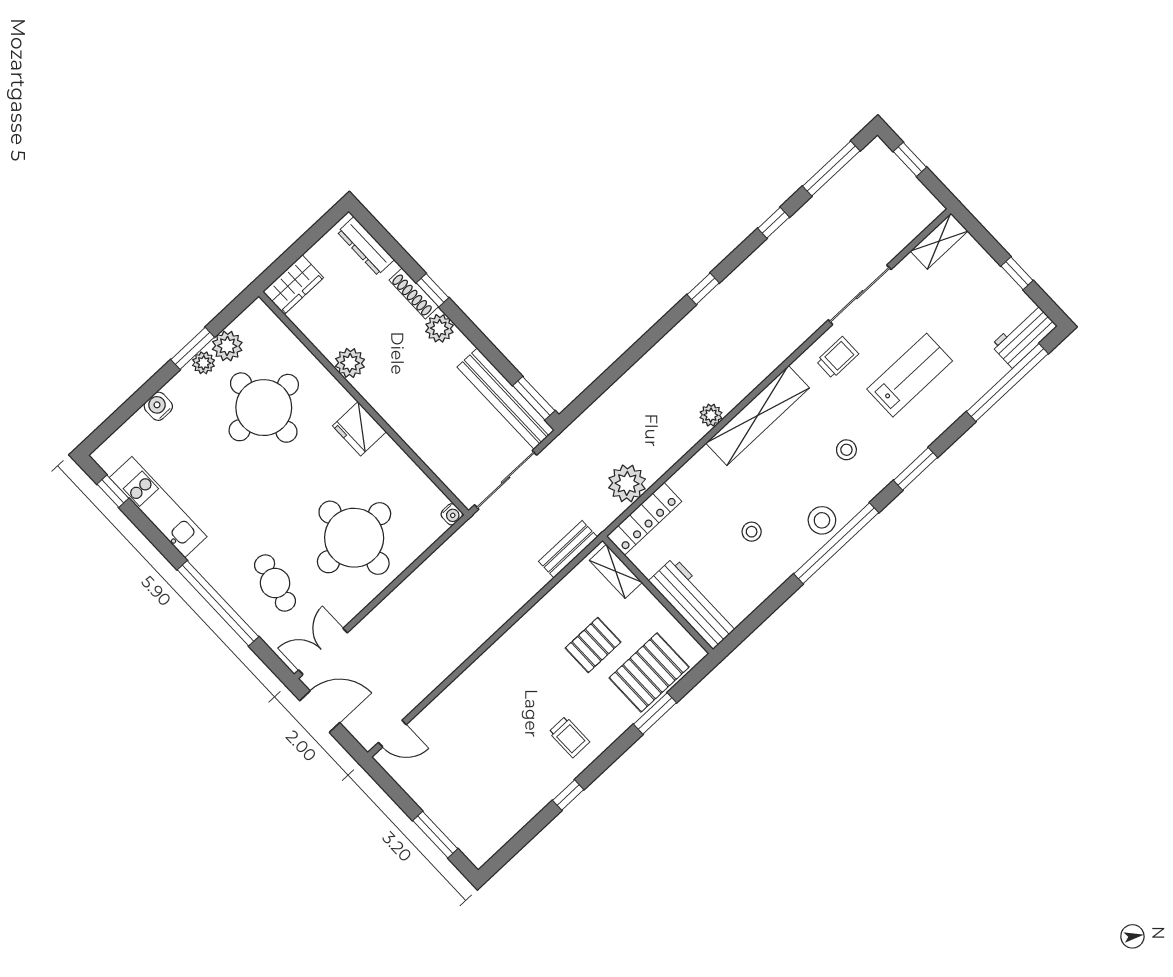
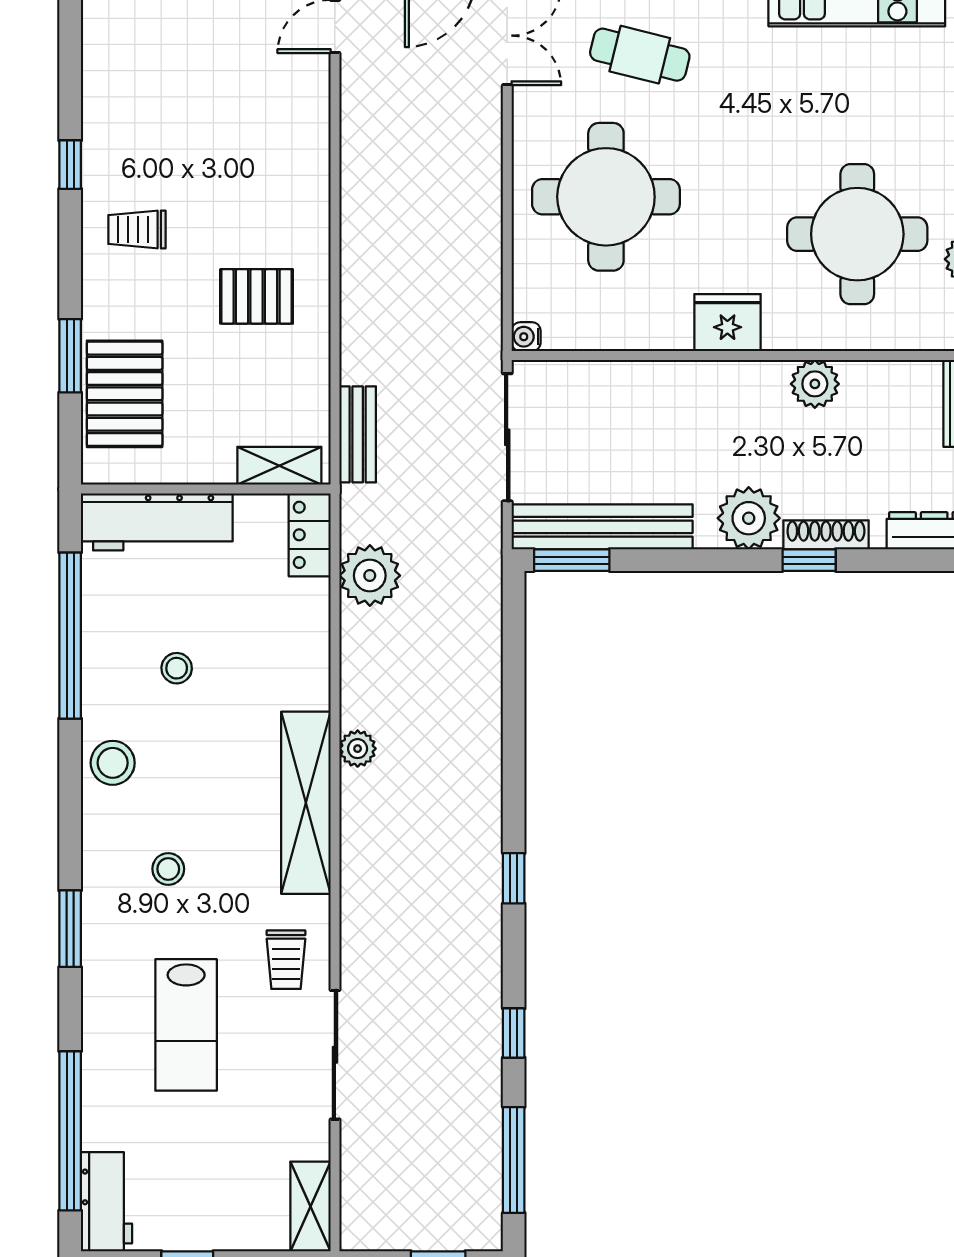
plant: (439, 328) -> (749, 518), width x1.36, depth x1.36
locker: (644, 519) -> (310, 535), width x0.66
window: (836, 543) -> (70, 636), moved
pallet: (593, 645) -> (257, 296), moved, turned 90

